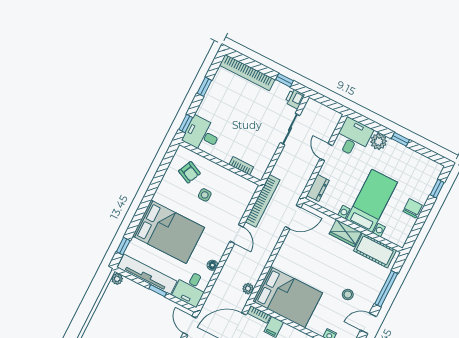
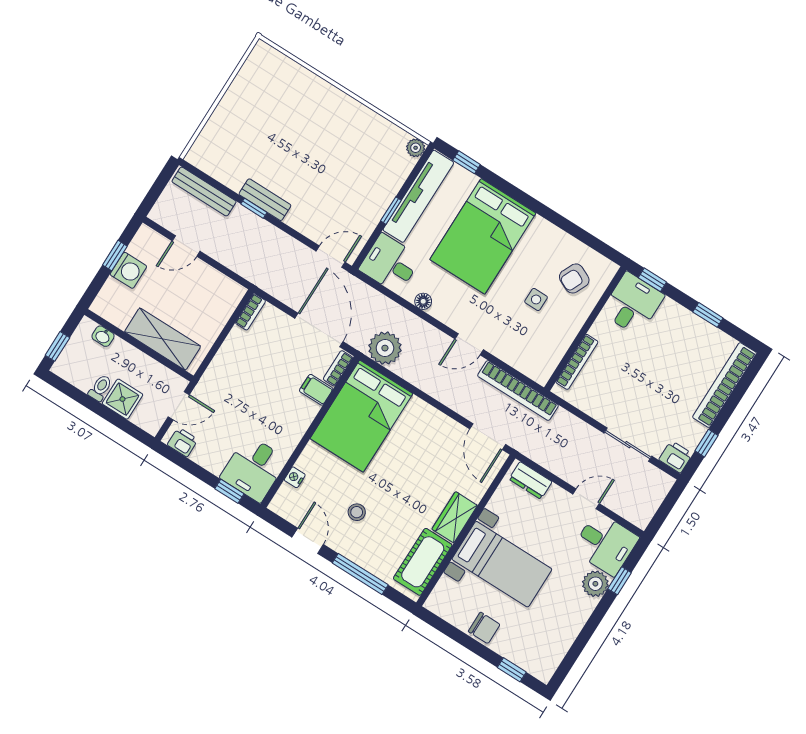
window: (400, 139) -> (620, 581), moved
bookcase: (241, 166) -> (577, 362), width x1.56
plant: (248, 289) -> (385, 348), width x1.87, depth x1.87

